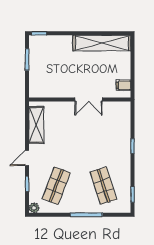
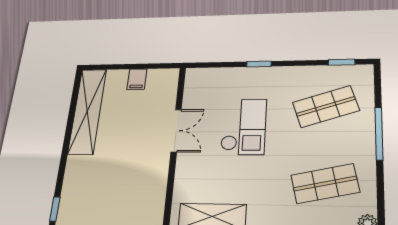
filing cabinet: (124, 85) -> (137, 79), moved
checkout: (91, 139) -> (244, 127), added
shop shelf: (56, 186) -> (325, 184), turned -33

